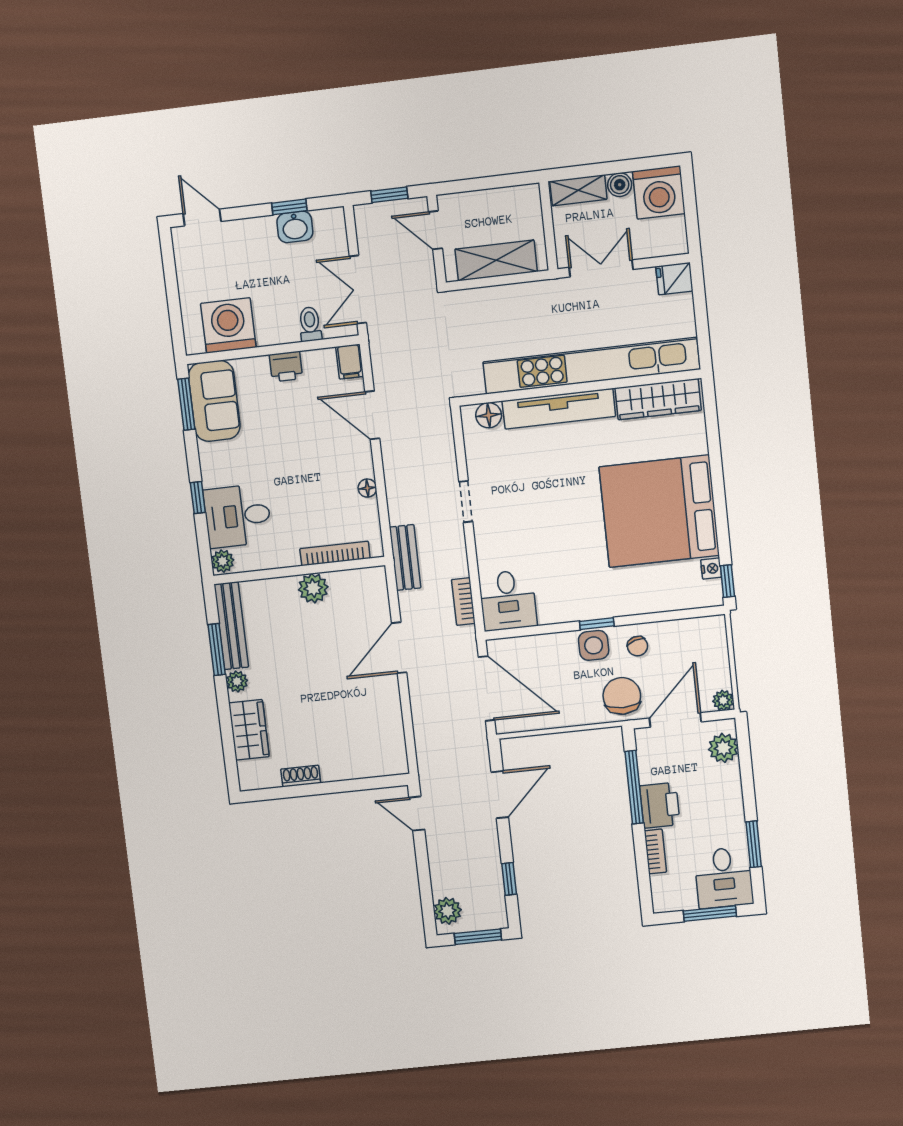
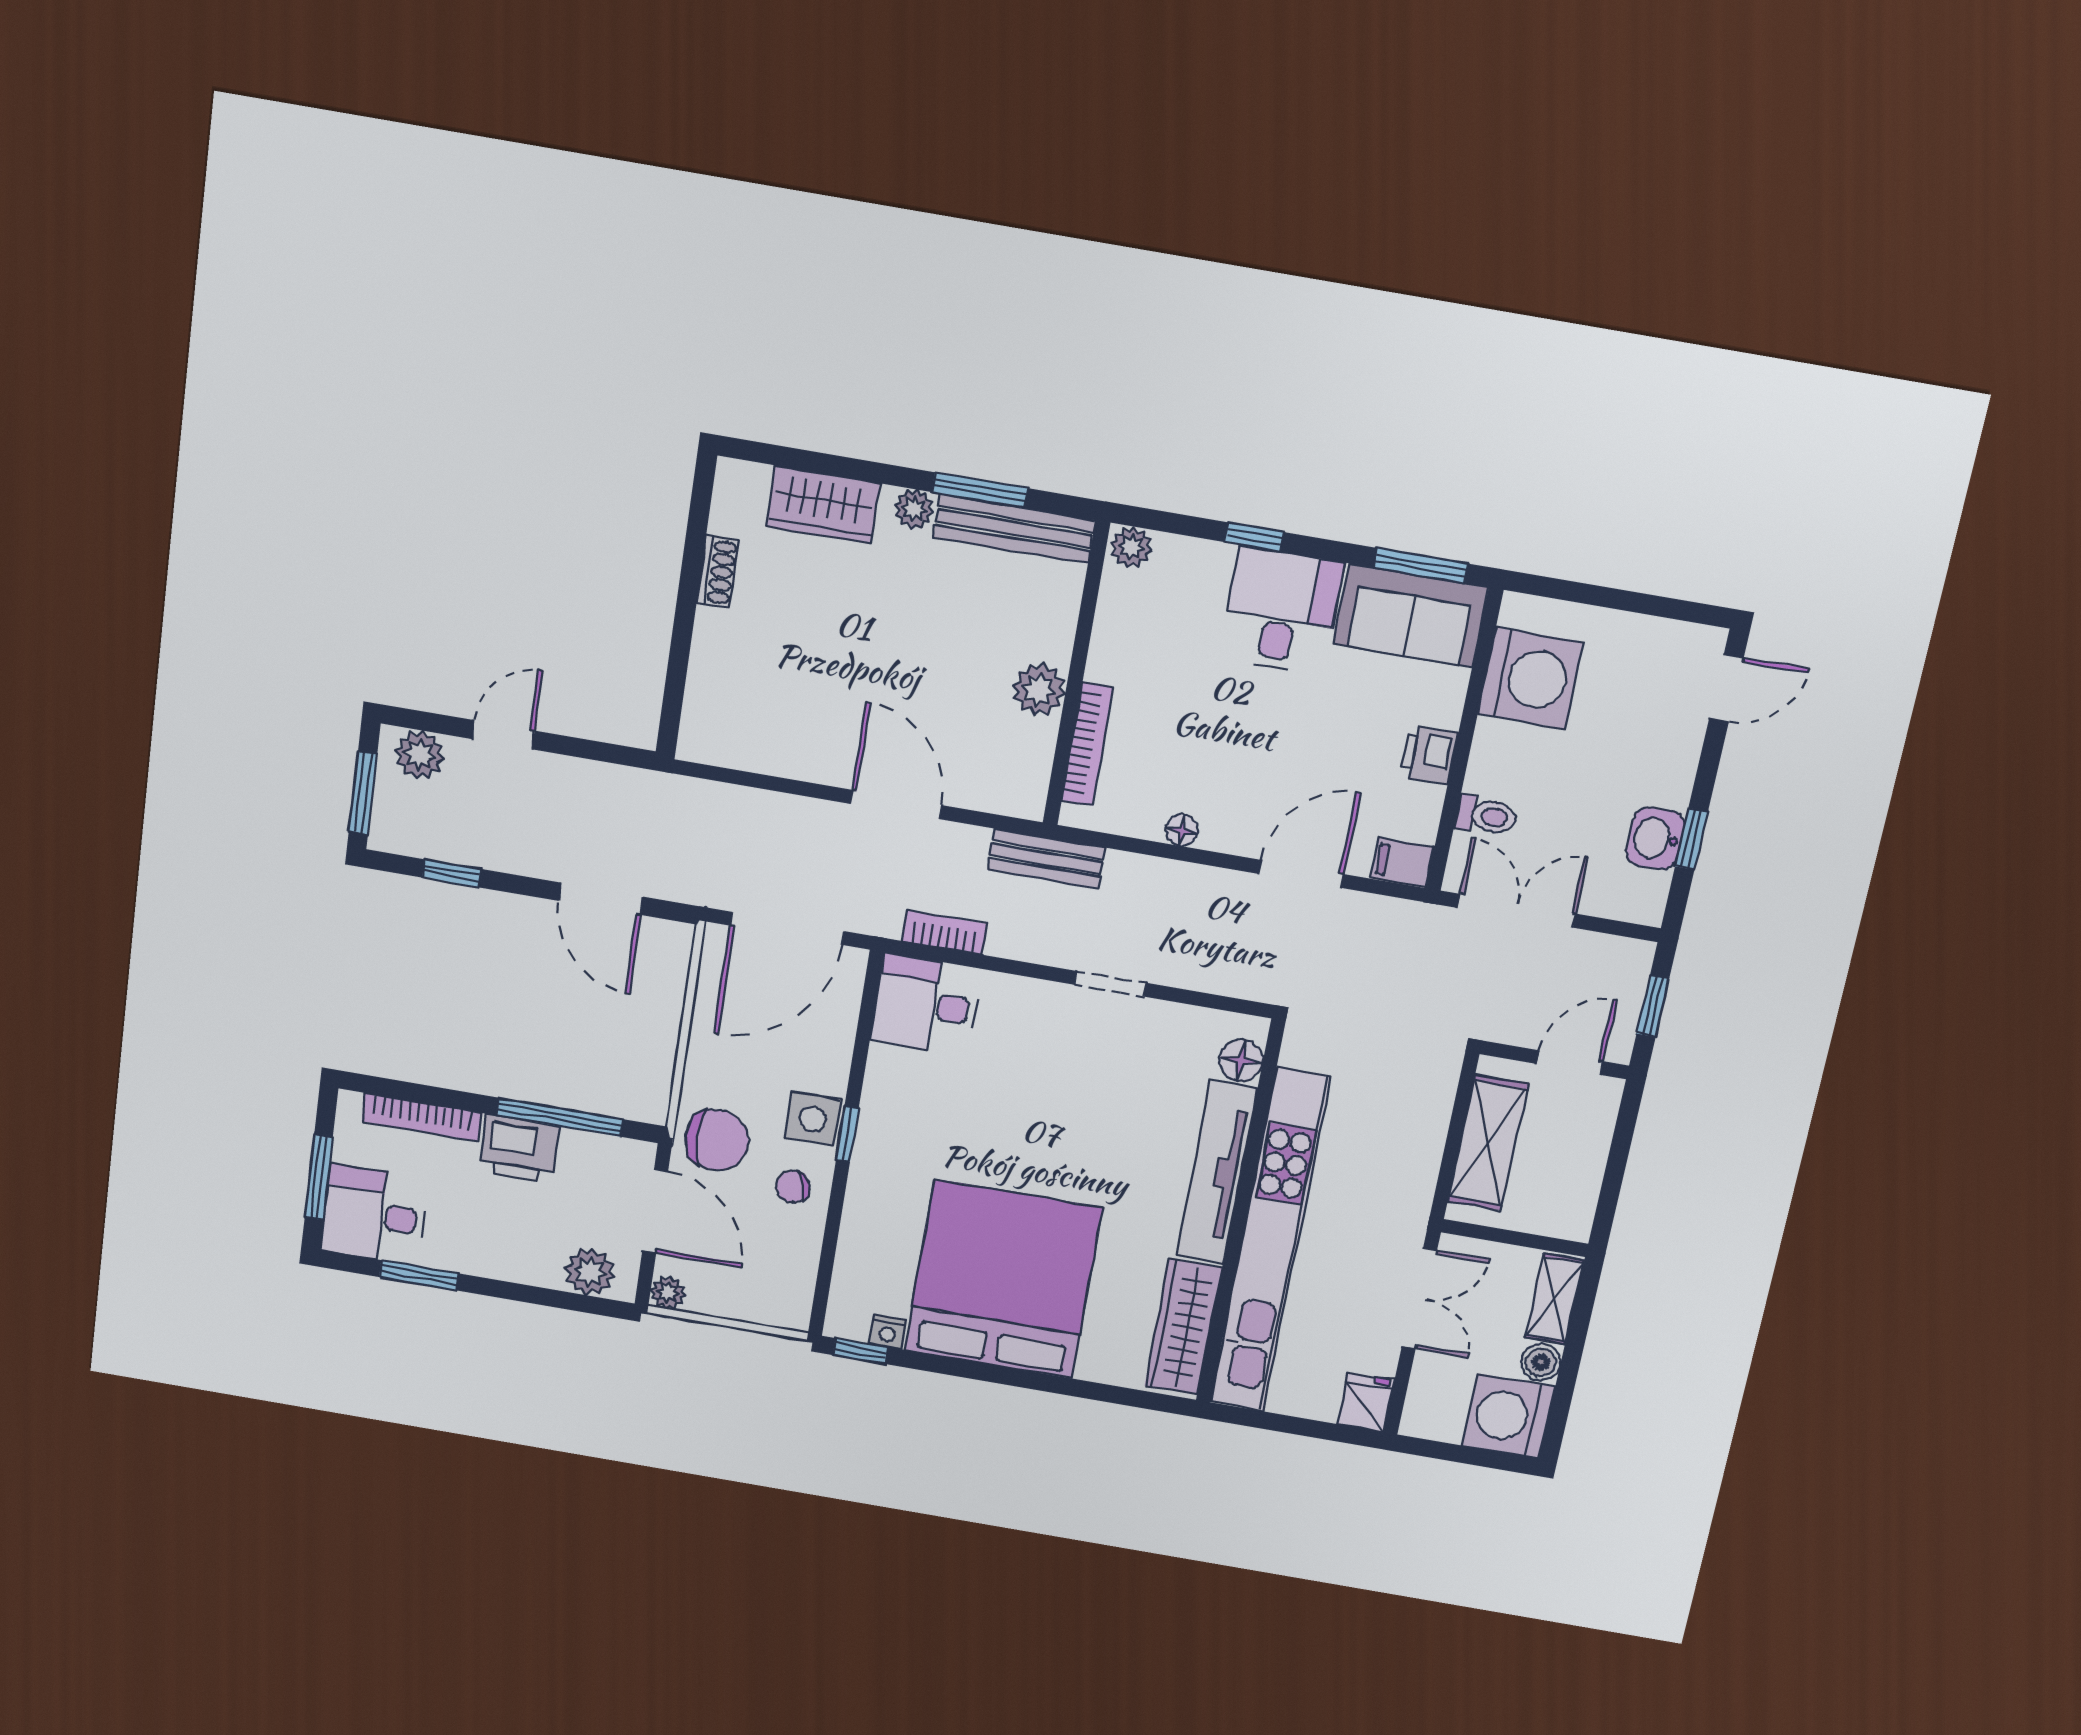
desk: (238, 516) -> (1281, 610), moved
door: (417, 814) -> (503, 735), moved
bookcase: (655, 851) -> (422, 1117), width x1.56

